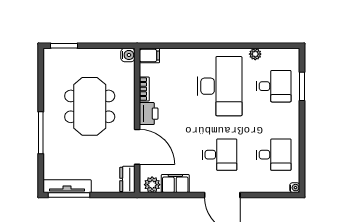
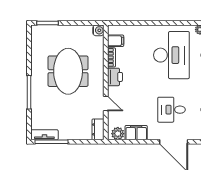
filing cabinet: (149, 56) -> (116, 41), moved
door: (137, 147) -> (106, 103), width x0.53
desk: (220, 155) -> (171, 110), turned 180
tv unit: (67, 186) -> (44, 135), width x0.71

